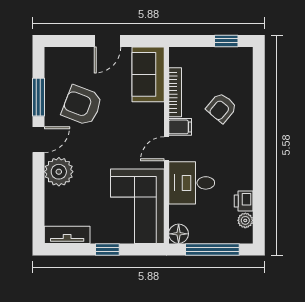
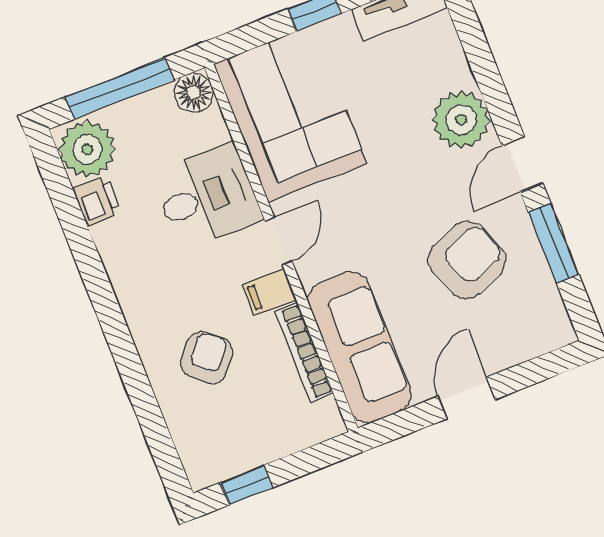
sofa: (148, 74) -> (360, 347), width x1.36
armchair: (82, 105) -> (467, 260), turned -43
plant: (245, 220) -> (87, 149), width x1.87, depth x1.87

